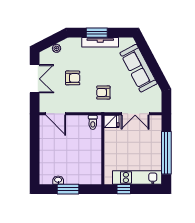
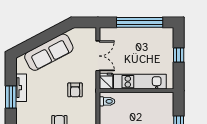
tv unit: (100, 42) -> (21, 88), width x0.71
kitchen unit: (137, 177) -> (140, 82), moved, turned 90
window: (124, 189) -> (179, 55), moved

